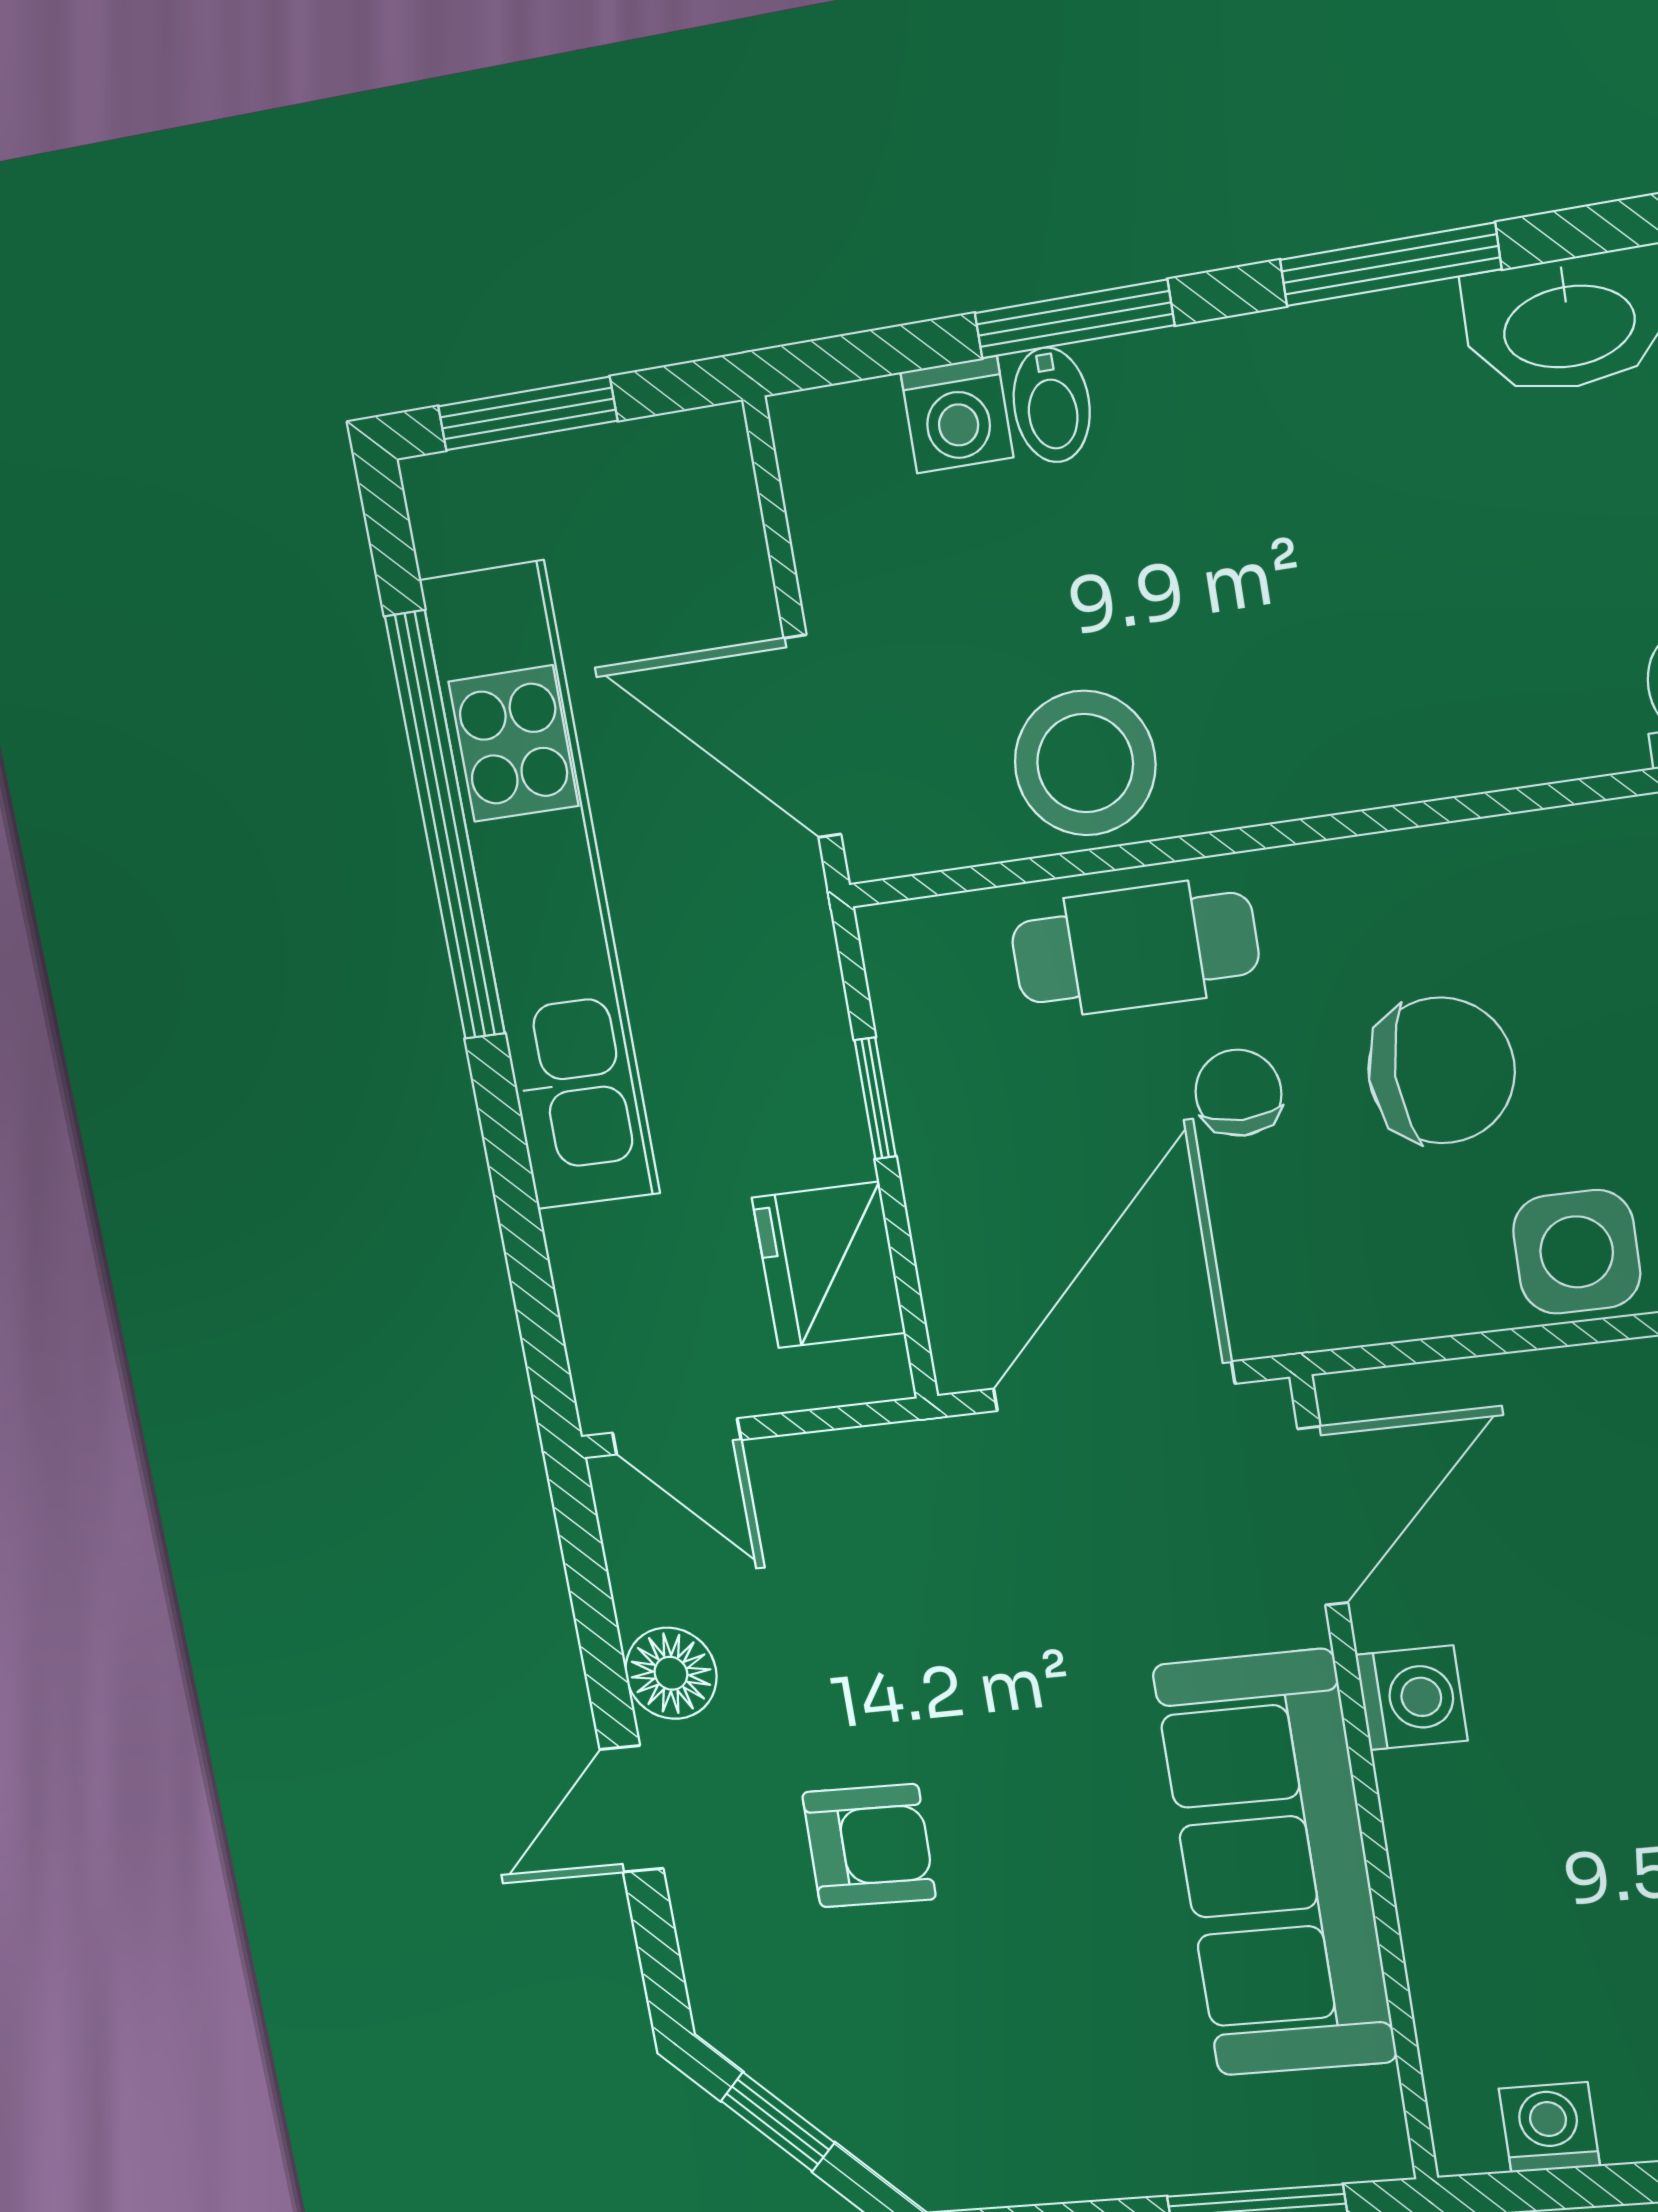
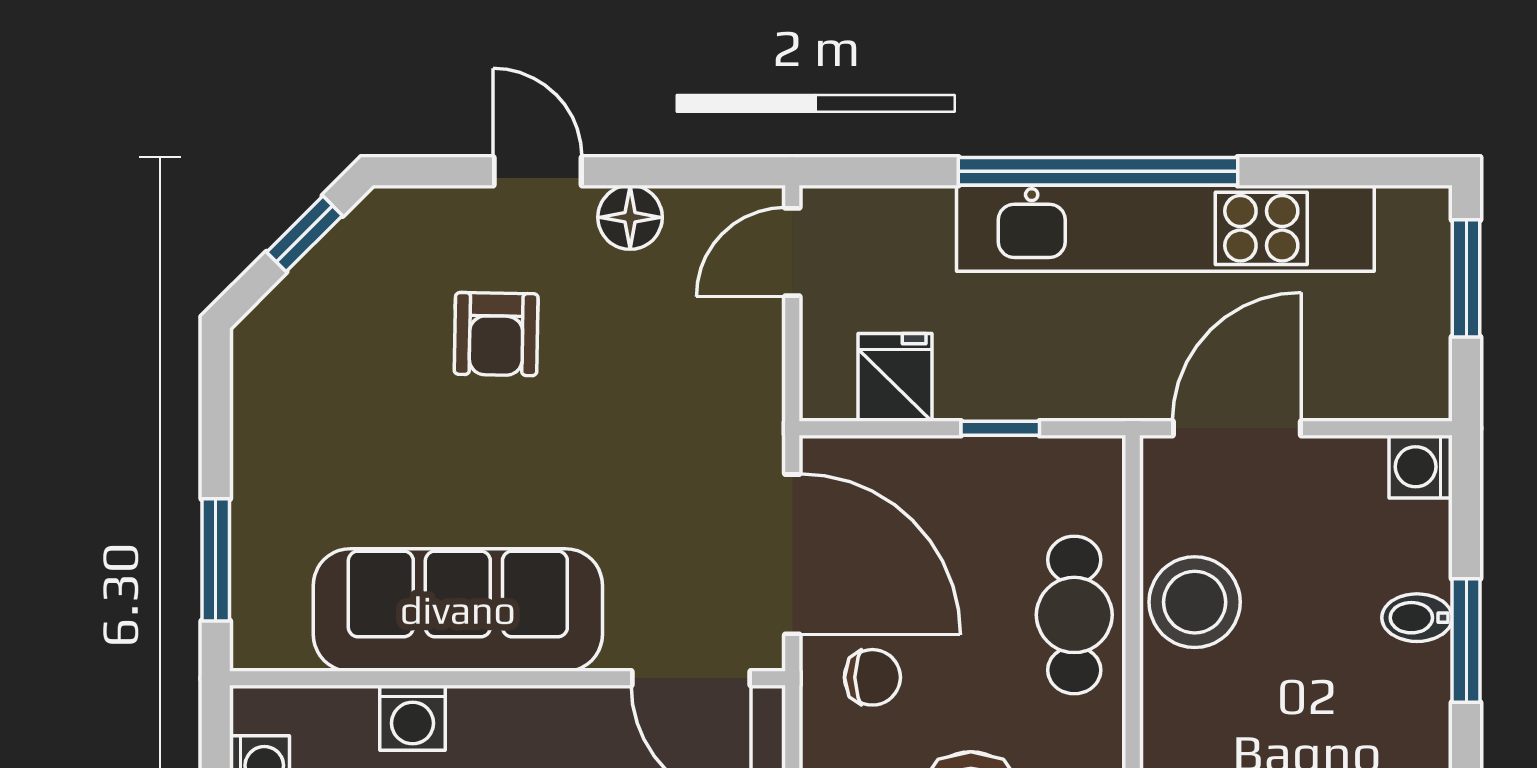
washing machine: (957, 415) -> (1421, 467), moved
window: (445, 826) -> (1098, 171), moved
chair: (1238, 1093) -> (872, 677), moved
fridge: (829, 1265) -> (895, 377), width x0.72
washing machine: (1412, 1698) -> (413, 718), moved

